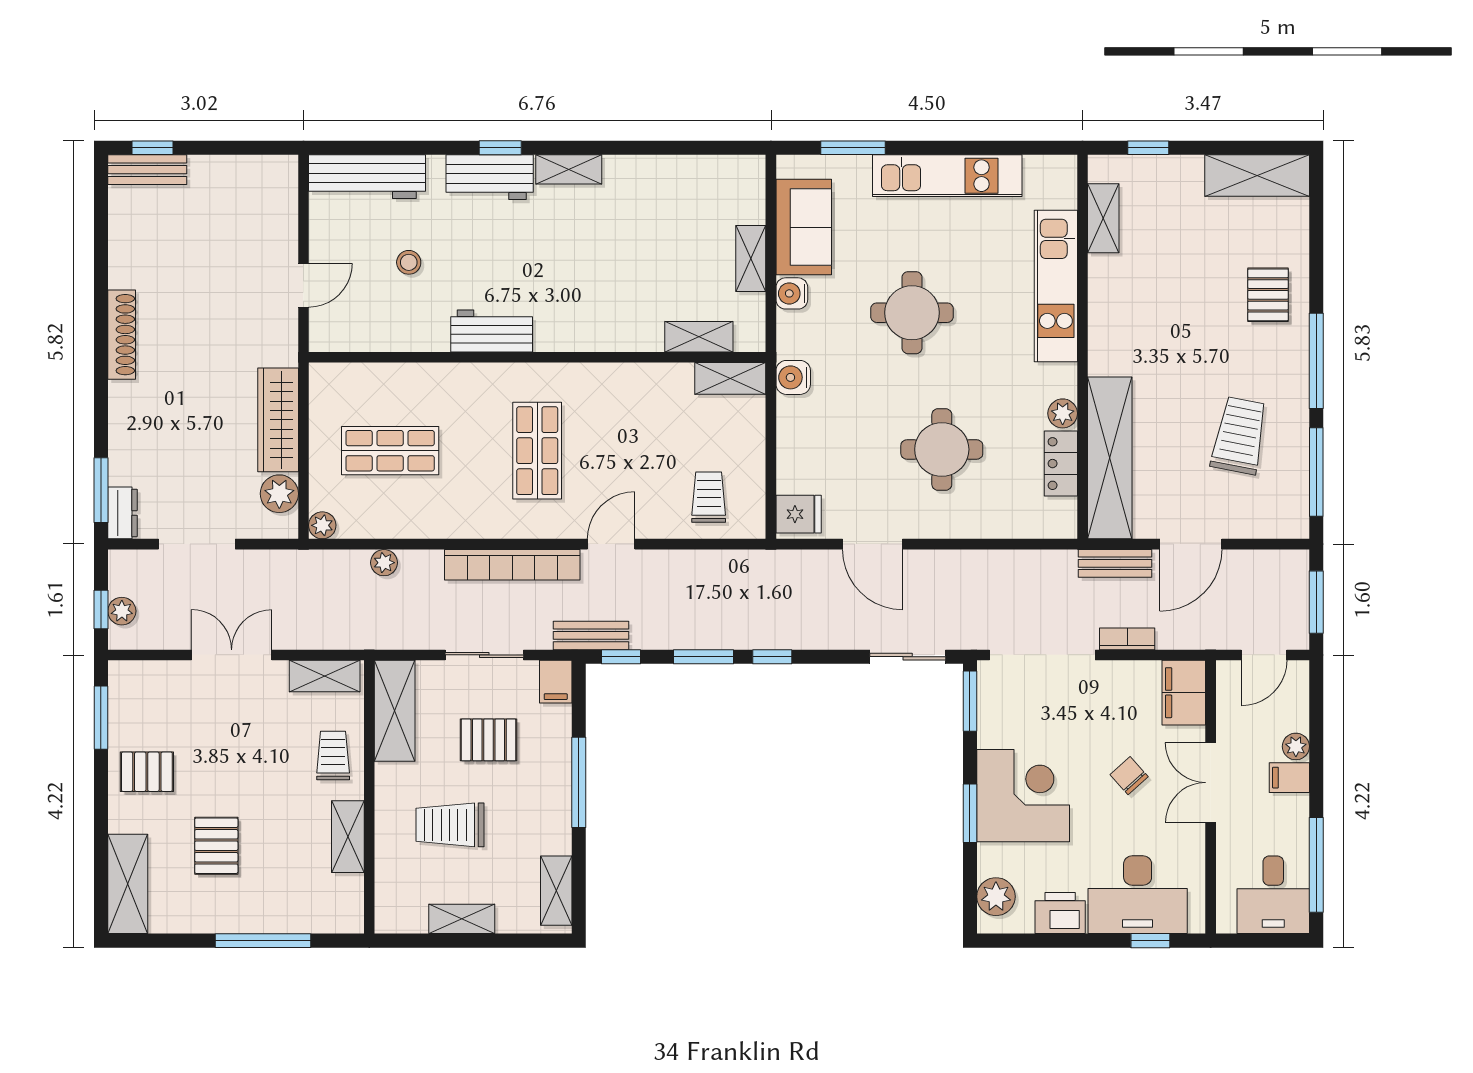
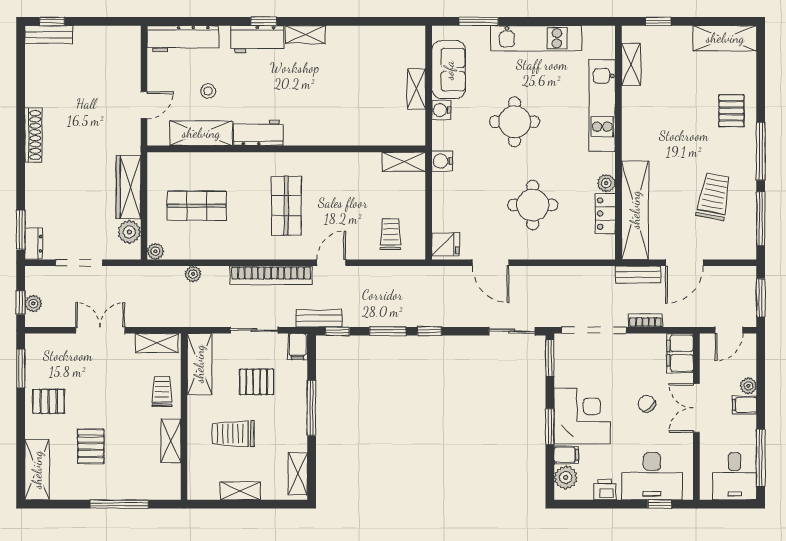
shelving: (699, 337) -> (201, 133), moved, width x1.50, depth x1.33
filing cabinet: (997, 860) -> (566, 455), added
printer: (1060, 913) -> (605, 490), width x0.73, depth x0.81

